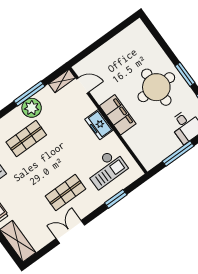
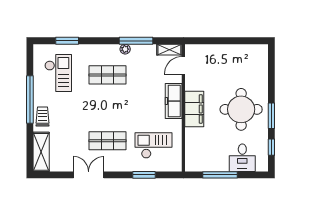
door: (83, 85) -> (183, 65), swing flipped
plant: (32, 108) -> (125, 49), width x0.53, depth x0.53
freezer: (99, 125) -> (174, 101), width x1.40
checkout: (106, 169) -> (154, 145), turned 180

